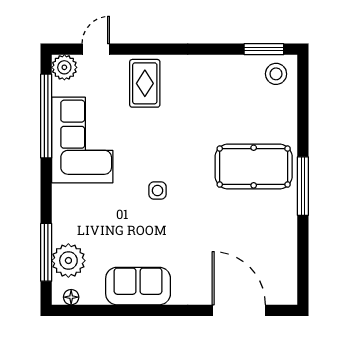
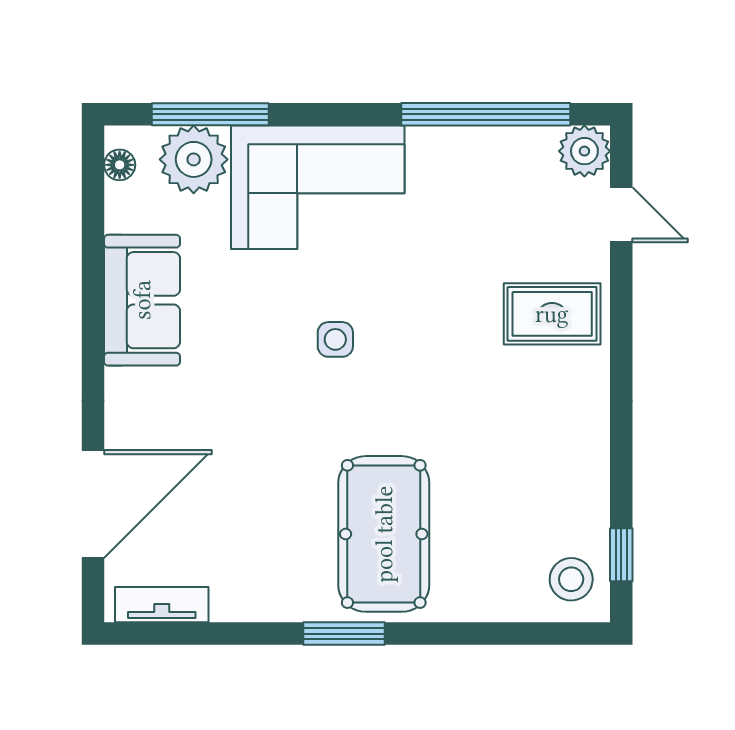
window: (264, 49) -> (621, 555), width x0.67
corner sofa: (82, 140) -> (318, 187), moved
window: (303, 186) -> (344, 634), width x0.69
tv unit: (289, 276) -> (162, 605), added

